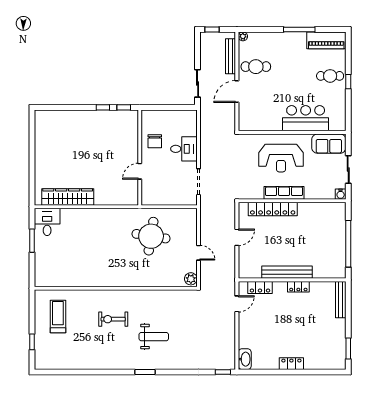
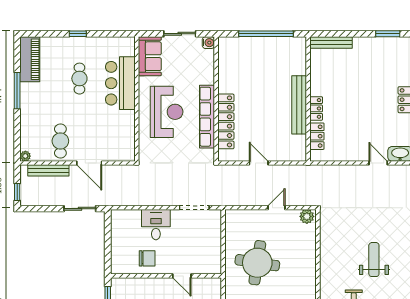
cafe table: (330, 76) -> (79, 79), moved
row of seats: (284, 193) -> (207, 117), width x1.36
locker: (298, 287) -> (316, 108), moved
door: (237, 304) -> (378, 163), moved

